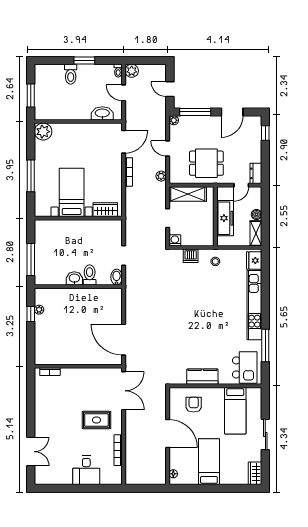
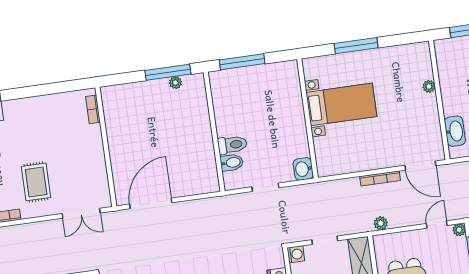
plant: (43, 132) -> (429, 86), moved, width x0.53, depth x0.53
door: (168, 148) -> (437, 224), moved
wardrobe: (105, 210) -> (324, 154), removed
bidet: (117, 277) -> (232, 163), moved
washbasin: (74, 278) -> (303, 169), moved, turned 180
window: (31, 314) -> (168, 72), width x2.17
double door: (124, 391) -> (81, 213), width x0.73

